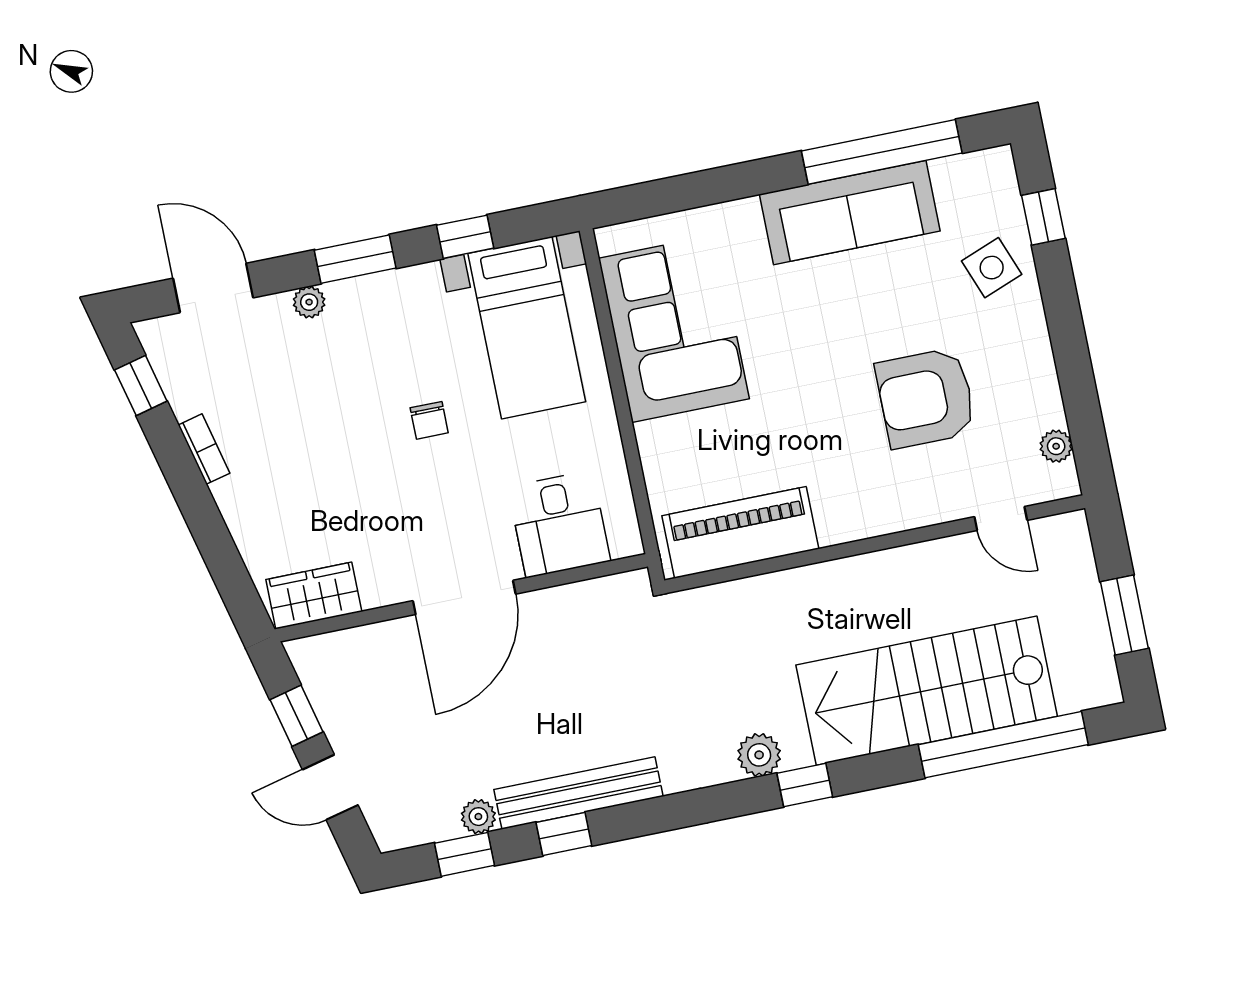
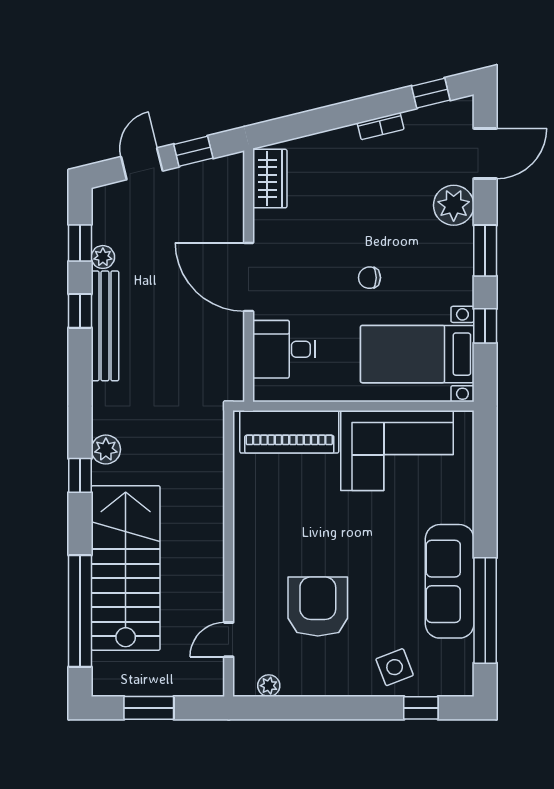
plant: (309, 302) -> (454, 205), width x1.88, depth x1.88
piano: (740, 532) -> (289, 432), moved, turned 90

